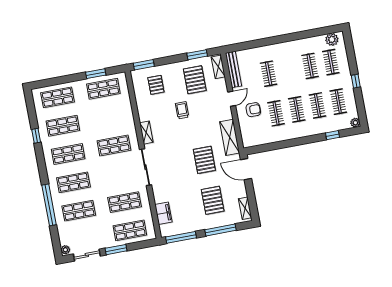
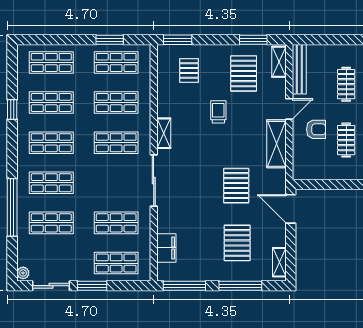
shop shelf: (109, 117) -> (116, 103), added
shelving: (230, 137) -> (276, 144), moved

